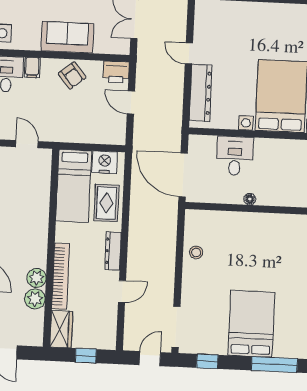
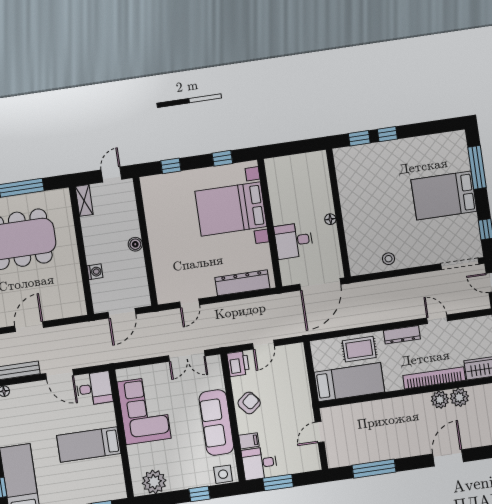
sofa: (67, 37) -> (216, 423), width x1.36
door: (189, 53) -> (190, 303), moved
nightstand: (105, 162) -> (322, 358), removed

